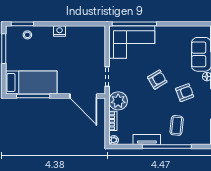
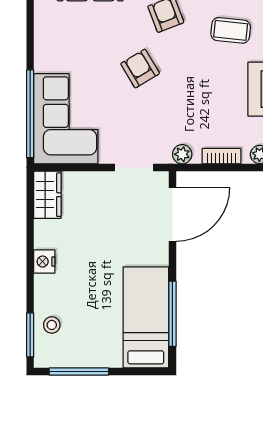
wardrobe: (93, 33) -> (47, 195), added
plant: (118, 101) -> (182, 154), width x0.53, depth x0.53

